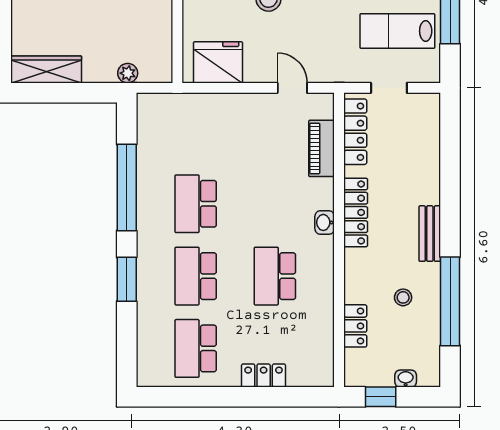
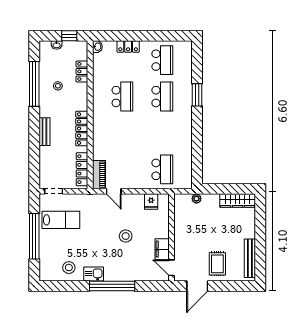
fridge: (218, 62) -> (151, 201), width x0.53, depth x0.75
doorway: (389, 88) -> (54, 191), moved
piano: (322, 148) -> (99, 175), moved
window: (127, 188) -> (197, 141), removed
school desk: (196, 204) -> (162, 169), moved
washbasin: (325, 222) -> (97, 47), moved
bench: (430, 234) -> (44, 132), moved

